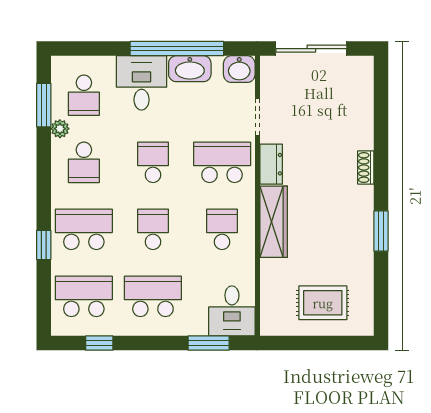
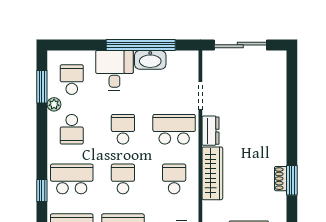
washbasin: (239, 69) -> (187, 60), removed
school desk: (84, 95) -> (72, 80), turned 180
shoe rack: (366, 167) -> (281, 179), moved

